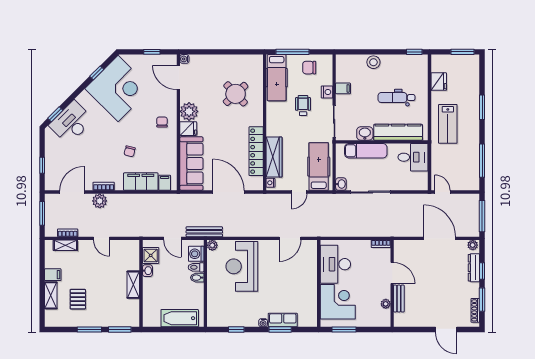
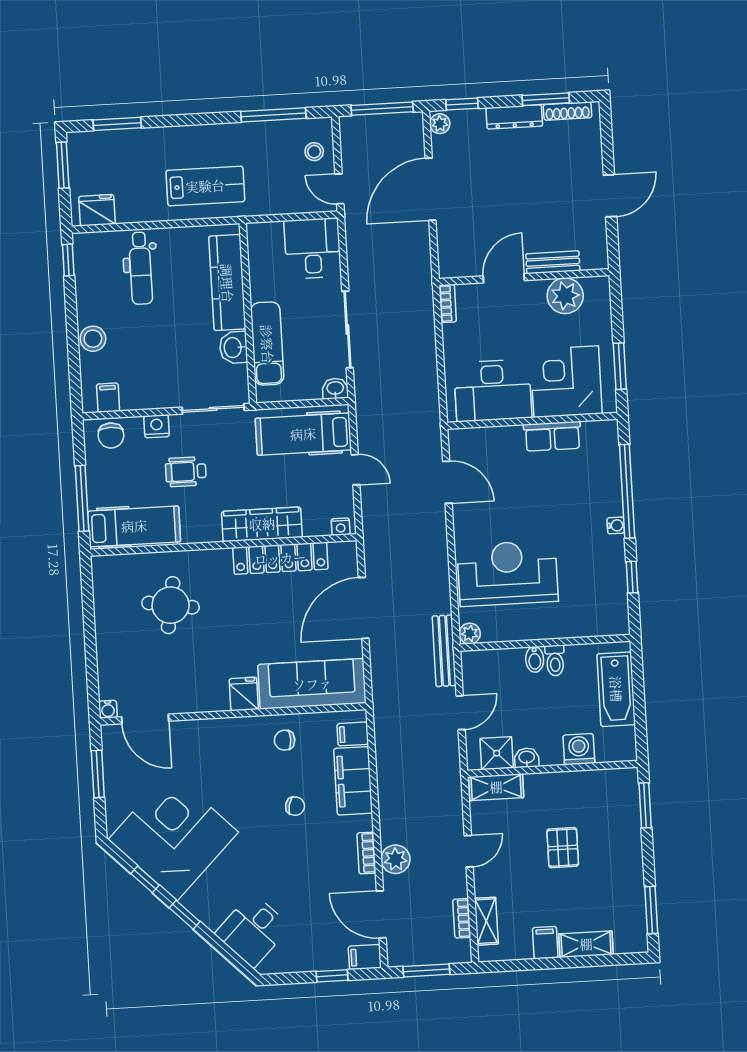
window: (152, 52) -> (98, 774), width x1.50
chair: (309, 68) -> (111, 435), moved
door: (178, 78) -> (145, 719), hinge flipped
fridge: (439, 82) -> (97, 210), moved
filing cabinet: (343, 88) -> (108, 398), moved
round table: (236, 94) -> (171, 605), turned -38
dental chair: (396, 98) -> (141, 268), moved
window: (482, 107) -> (117, 124), moved
plant: (189, 111) -> (210, 694), removed
window: (55, 114) -> (185, 915), moved
chair: (162, 122) -> (285, 740), moved
desk: (71, 123) -> (253, 930), width x0.73
wardrobe: (274, 157) -> (262, 524), moved
desk: (413, 157) -> (313, 248), moved
stool: (462, 180) -> (314, 152), added
filing cabinet: (51, 182) -> (365, 957), added
door: (442, 192) -> (339, 189), hinge flipped
washing machine: (196, 254) -> (579, 749), moved, turned 180
reception desk: (242, 266) -> (508, 573), turned 180
toilet: (196, 267) -> (555, 660), moved
dresser: (474, 268) -> (514, 117), moved
window: (482, 271) -> (462, 104), moved
shelving: (133, 285) -> (496, 787), moved
pallet: (78, 299) -> (563, 848), moved, turned 90
plant: (386, 304) -> (565, 296), width x1.87, depth x1.87
row of seats: (283, 320) -> (552, 436), moved, turned -90
window: (89, 330) -> (651, 910), moved
window: (280, 330) -> (627, 491), width x2.11
door: (446, 330) -> (610, 196), moved

